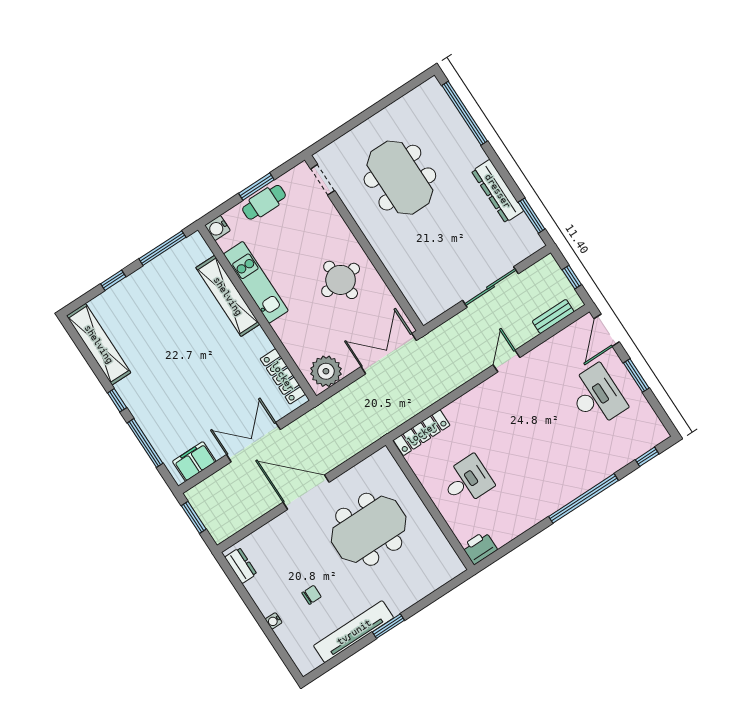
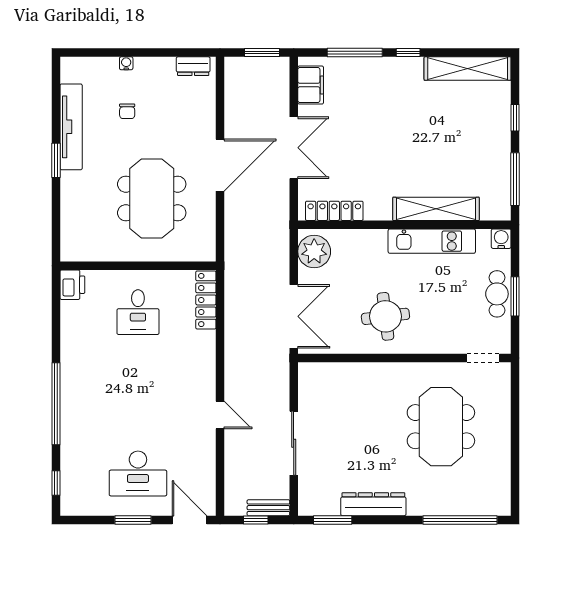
meeting table: (400, 178) -> (441, 427), turned 90
bench: (553, 316) -> (268, 508), moved, turned 90

